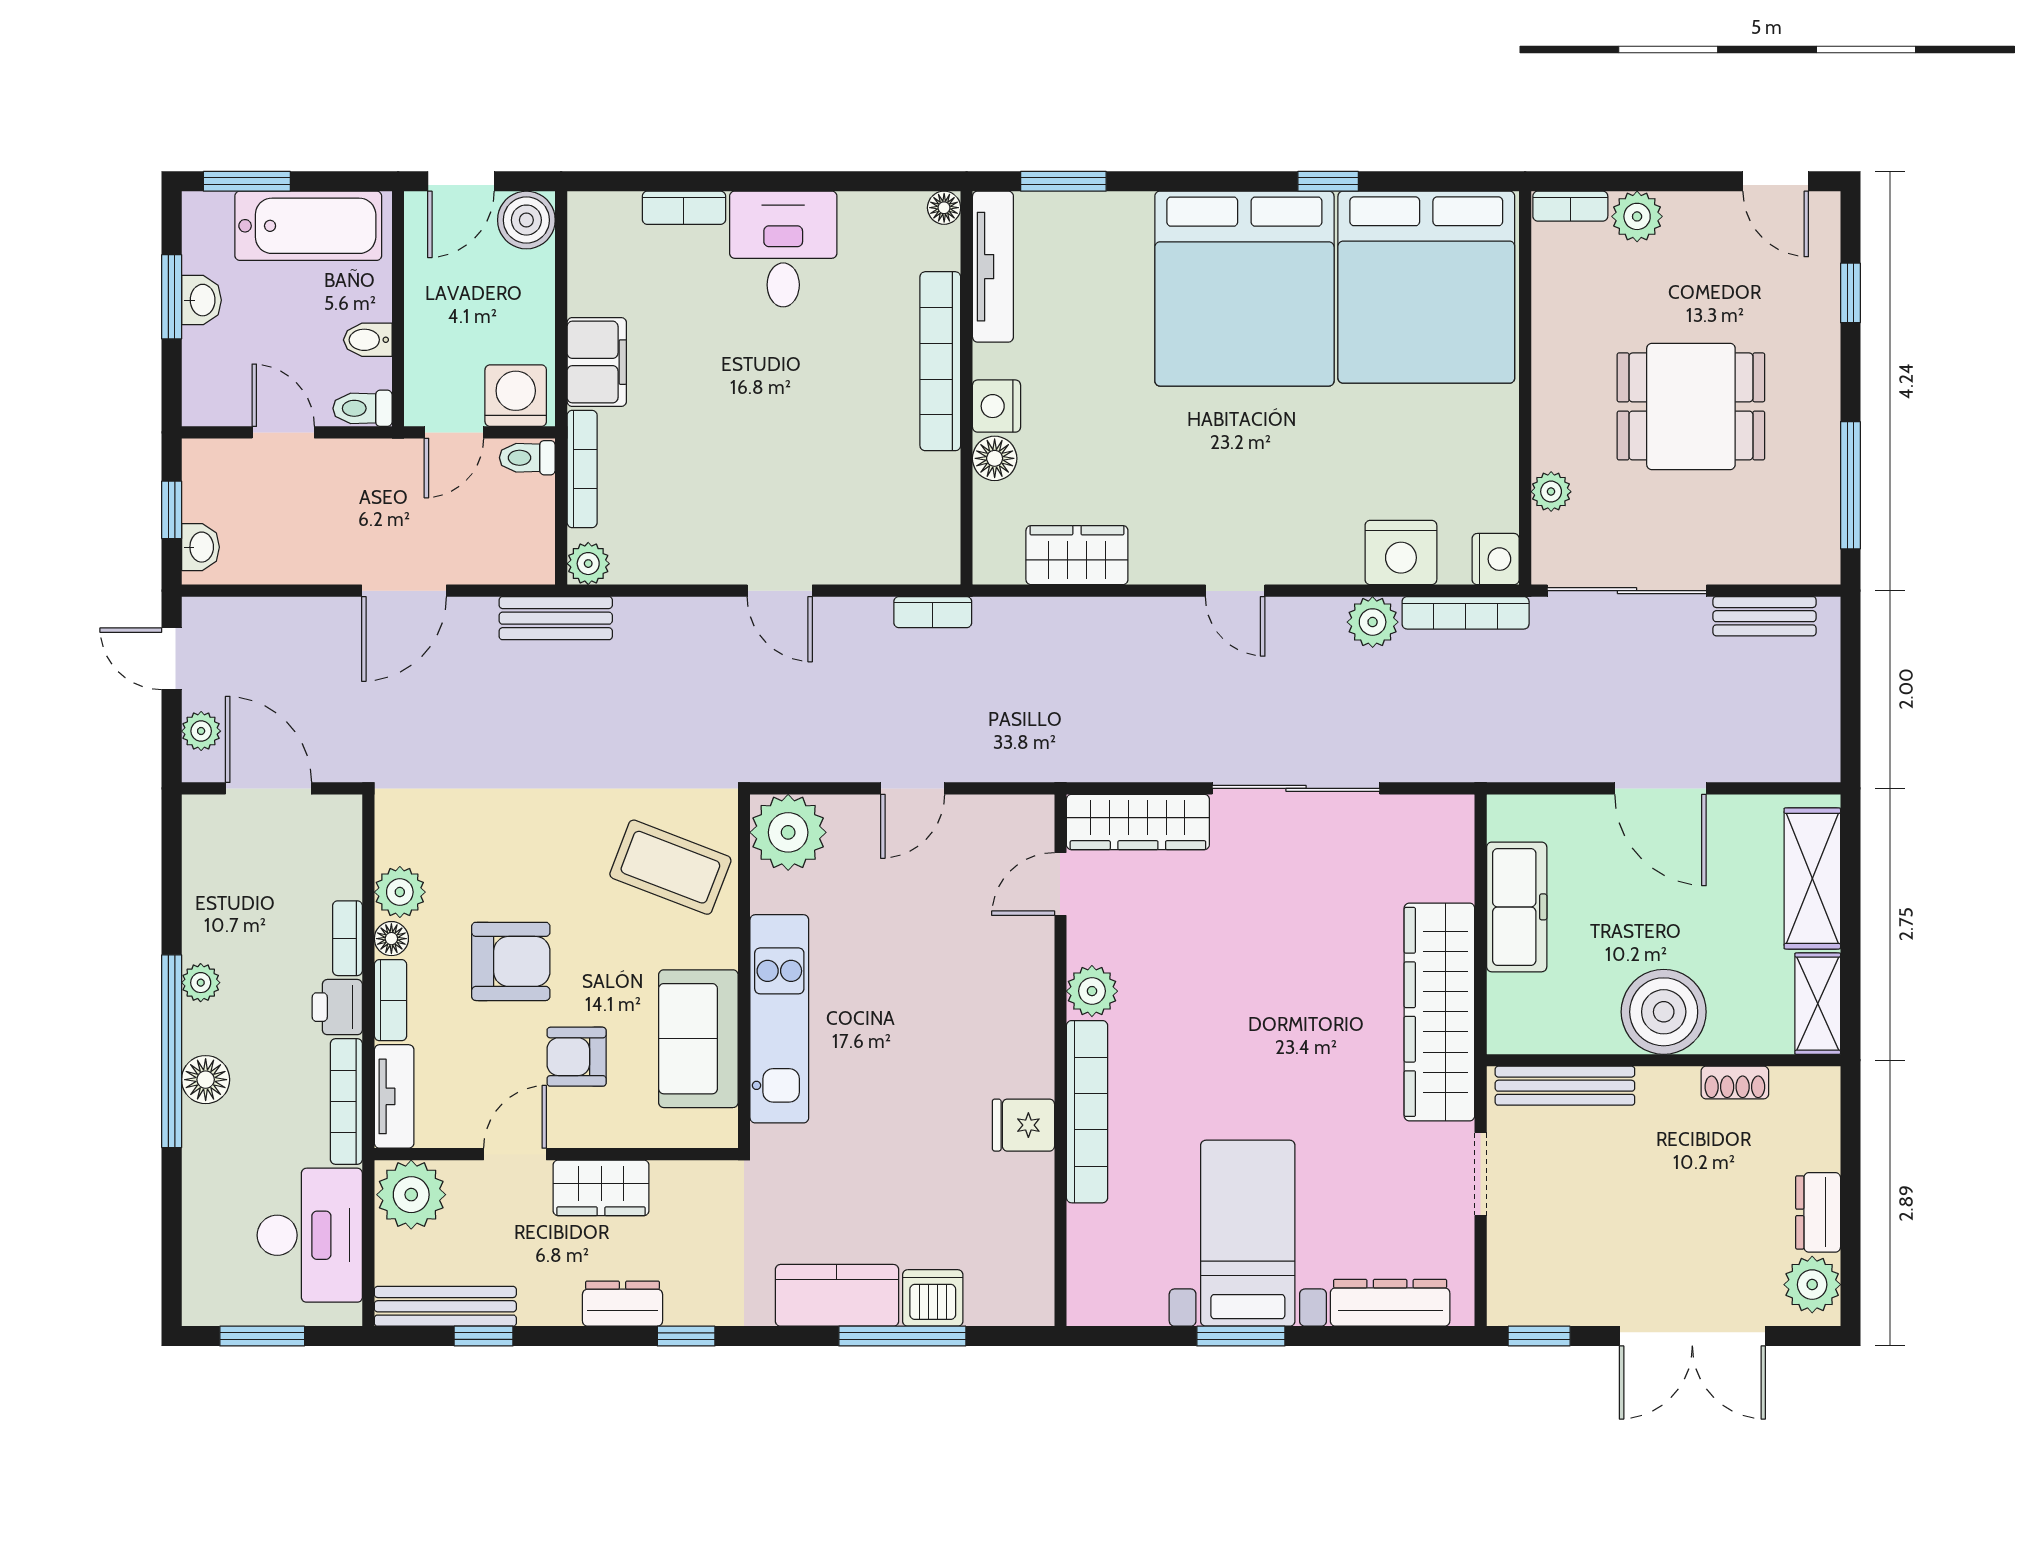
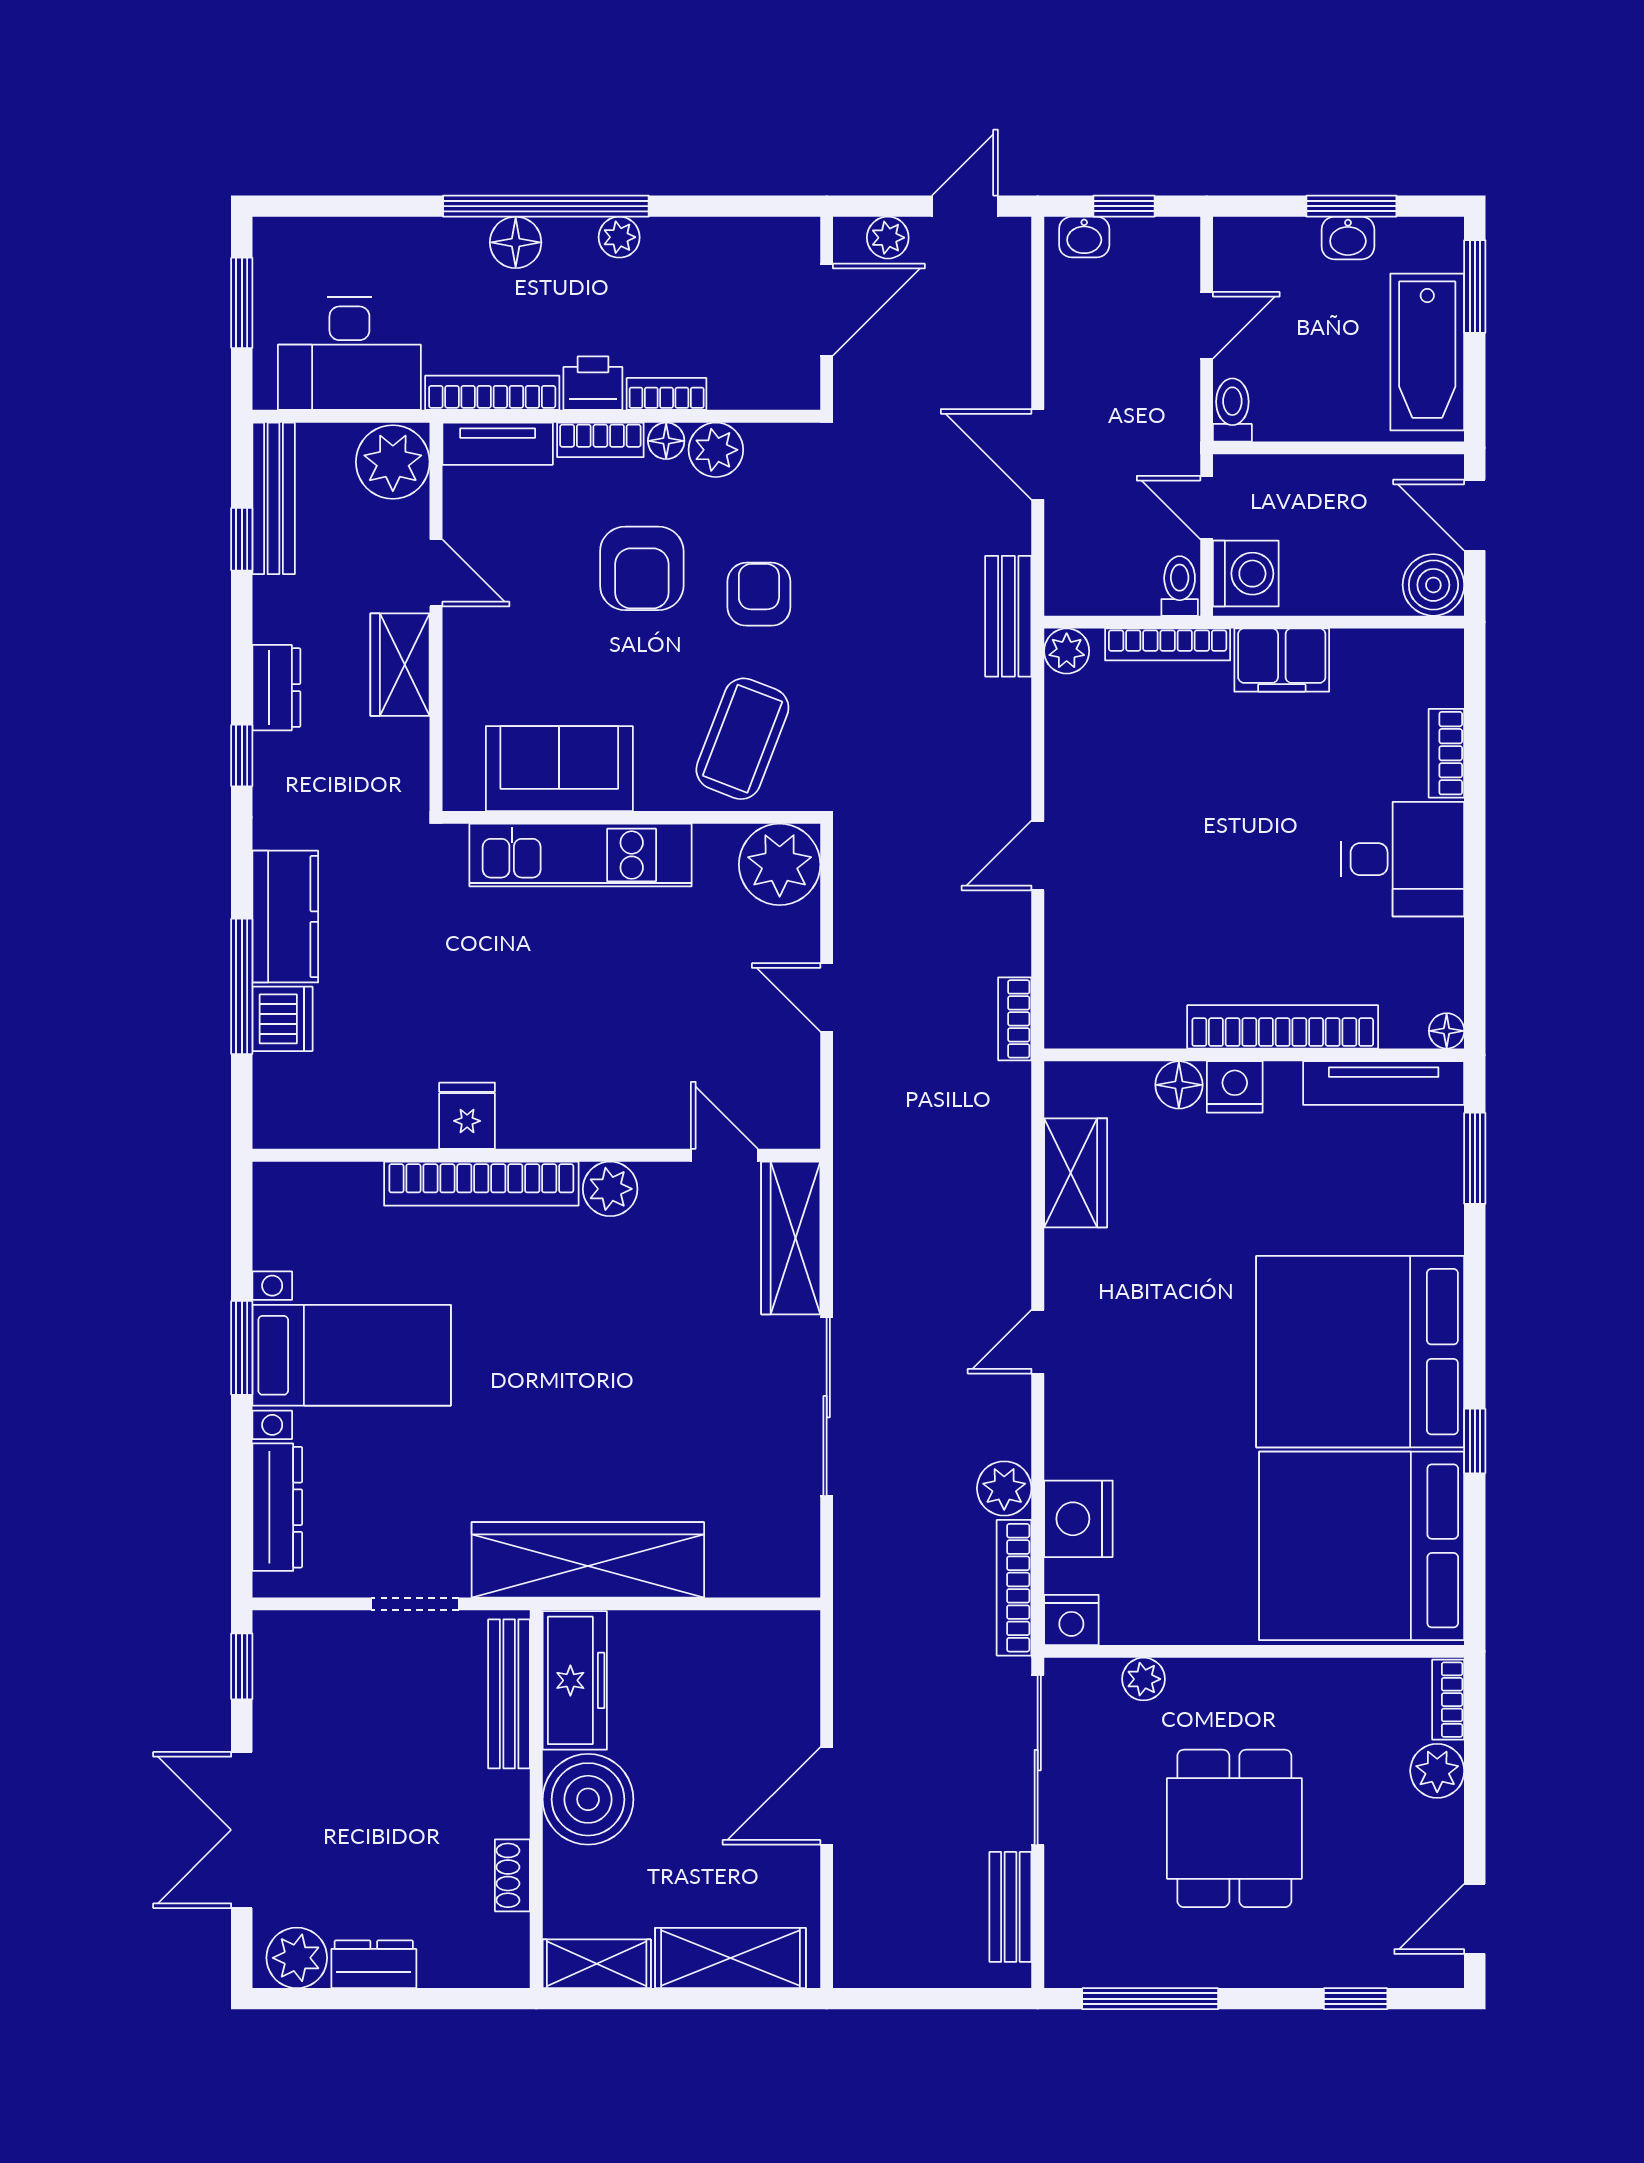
bidet: (368, 340) -> (1306, 416), removed
freezer: (1517, 907) -> (575, 1680), moved, turned -90
armchair: (577, 1057) -> (759, 594), moved

